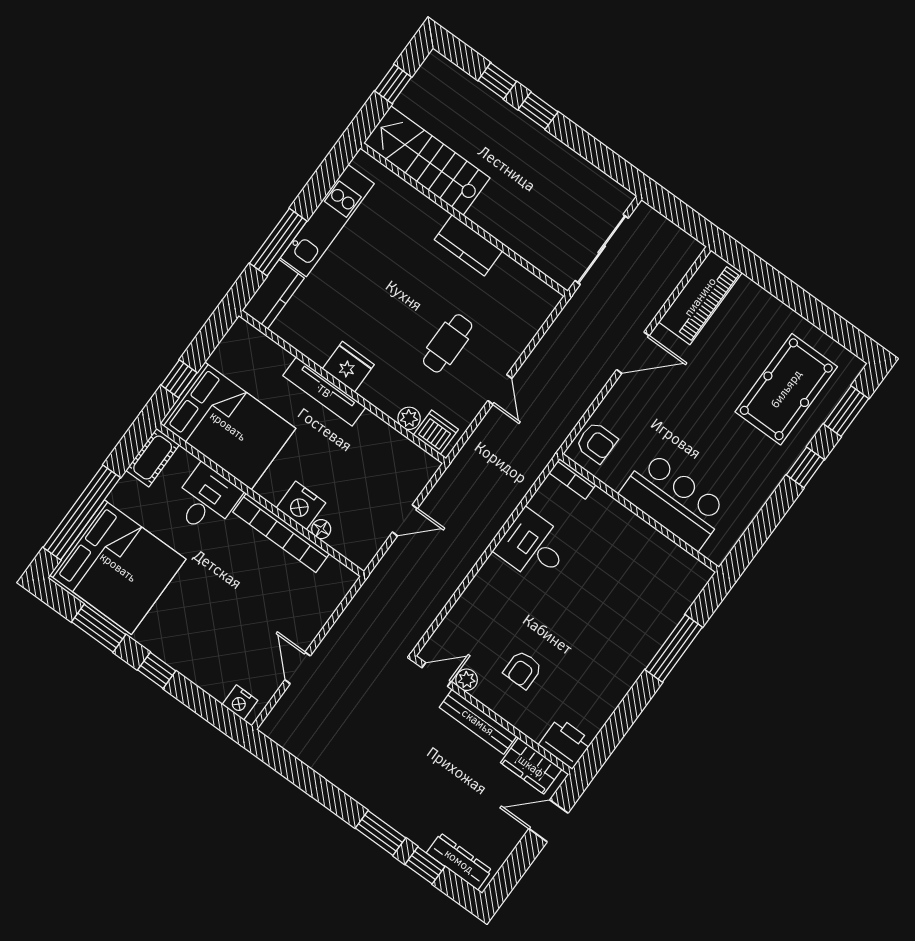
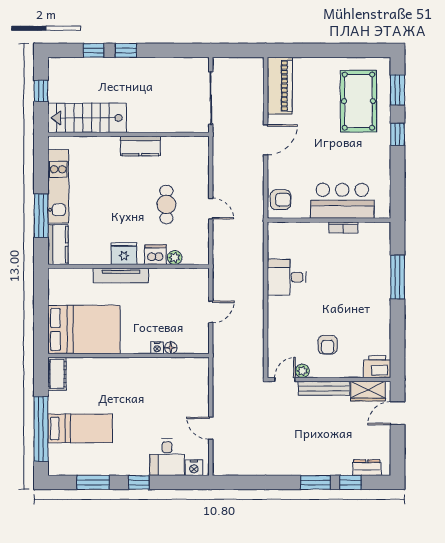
window: (179, 379) -> (41, 323), removed
dishwasher: (436, 432) -> (155, 255), moved
bookcase: (572, 479) -> (343, 228), moved
desk: (206, 500) -> (167, 457), moved, turned 180
nightstand: (301, 505) -> (157, 348), width x0.53, depth x0.56
bookcase: (281, 533) -> (152, 365), removed
bed: (118, 567) -> (80, 428), width x0.49
dresser: (459, 861) -> (367, 468), width x0.70

